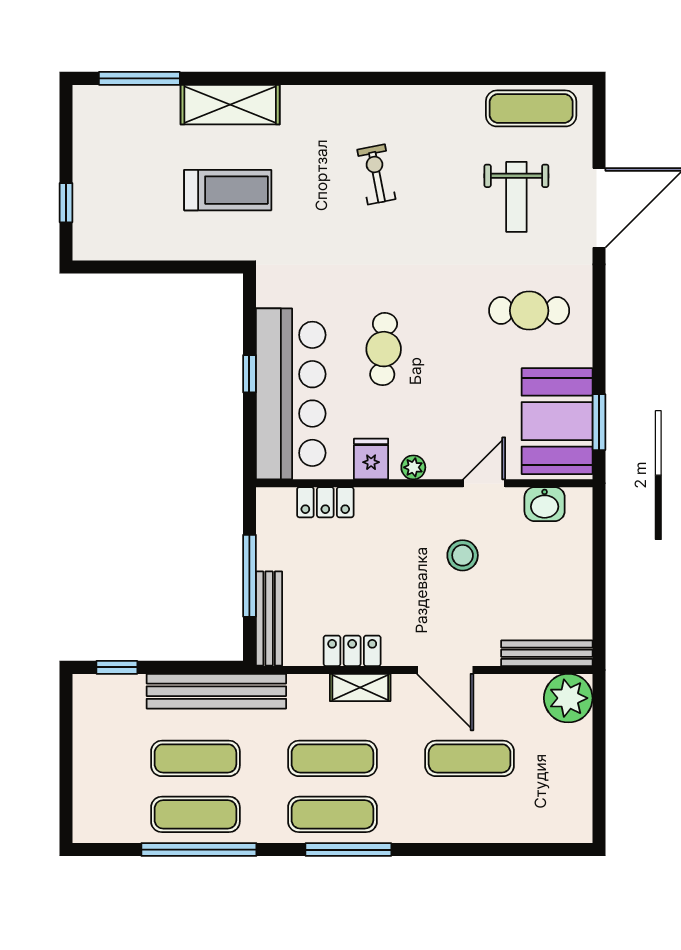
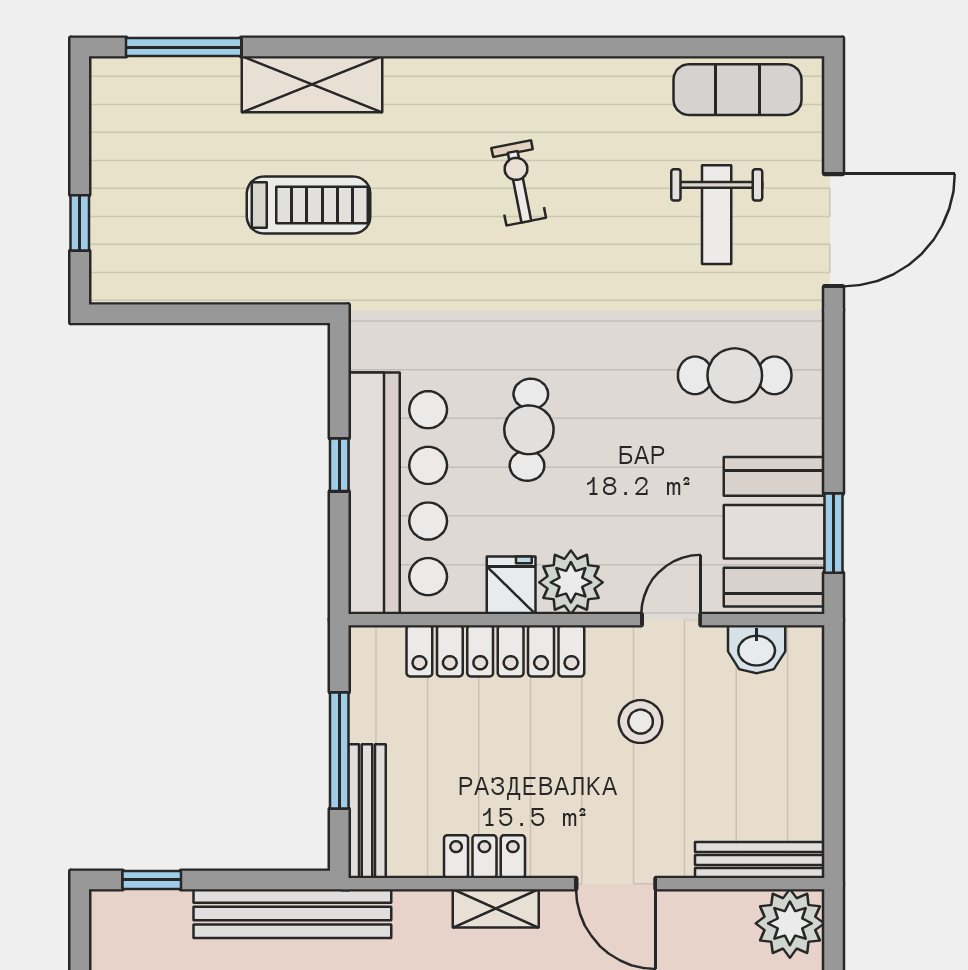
plant: (413, 467) -> (571, 582), width x1.87, depth x1.87
locker: (325, 502) -> (495, 651), width x2.16, depth x1.21

